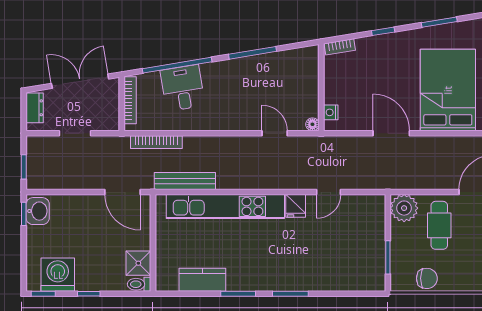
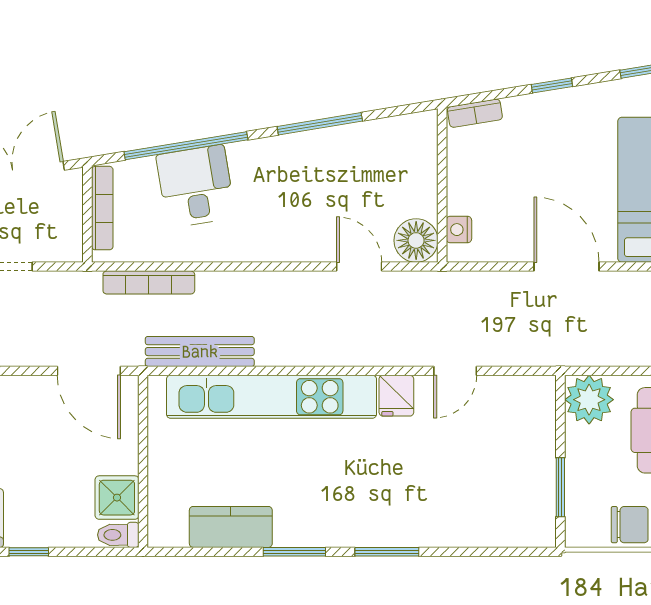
floor lamp: (312, 124) -> (416, 240), width x1.89, depth x1.89

